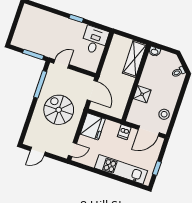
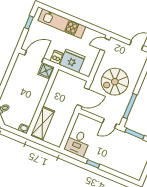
door: (92, 91) -> (83, 97), swing flipped
shower: (142, 94) -> (46, 71), moved
spiral stairs: (59, 110) -> (115, 82), turned 90
stool: (164, 114) -> (19, 71), removed
fridge: (93, 126) -> (72, 61), moved, turned 90

